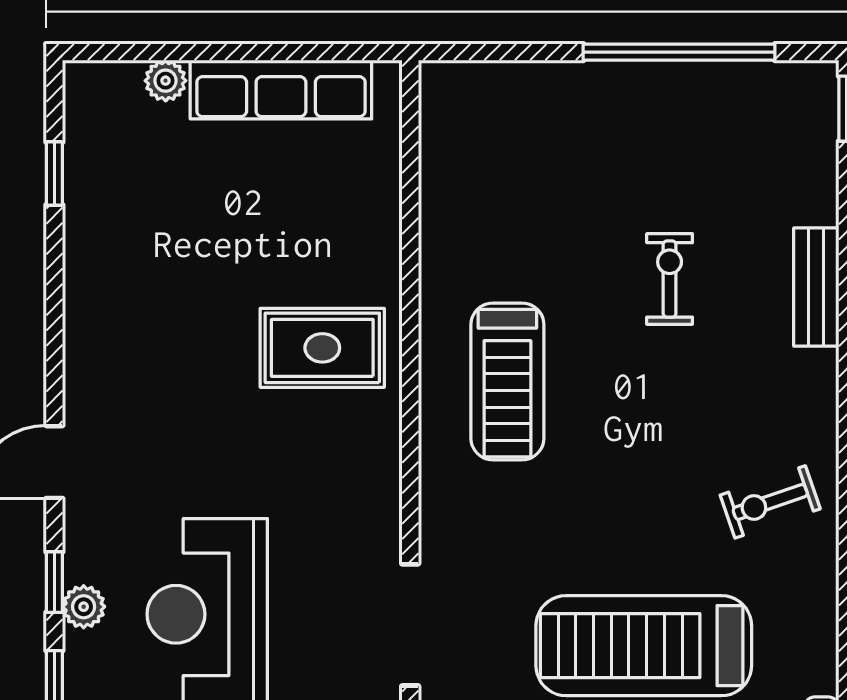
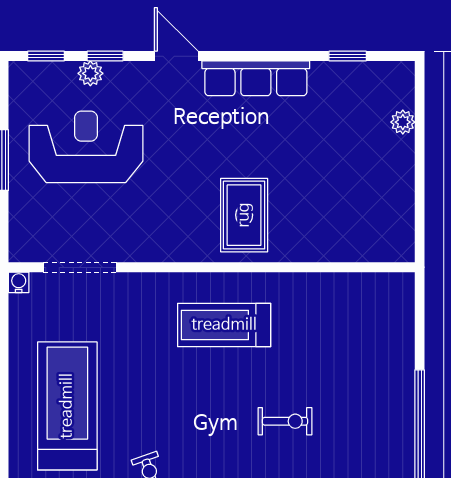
row of seats: (281, 90) -> (256, 78), moved, turned -90

